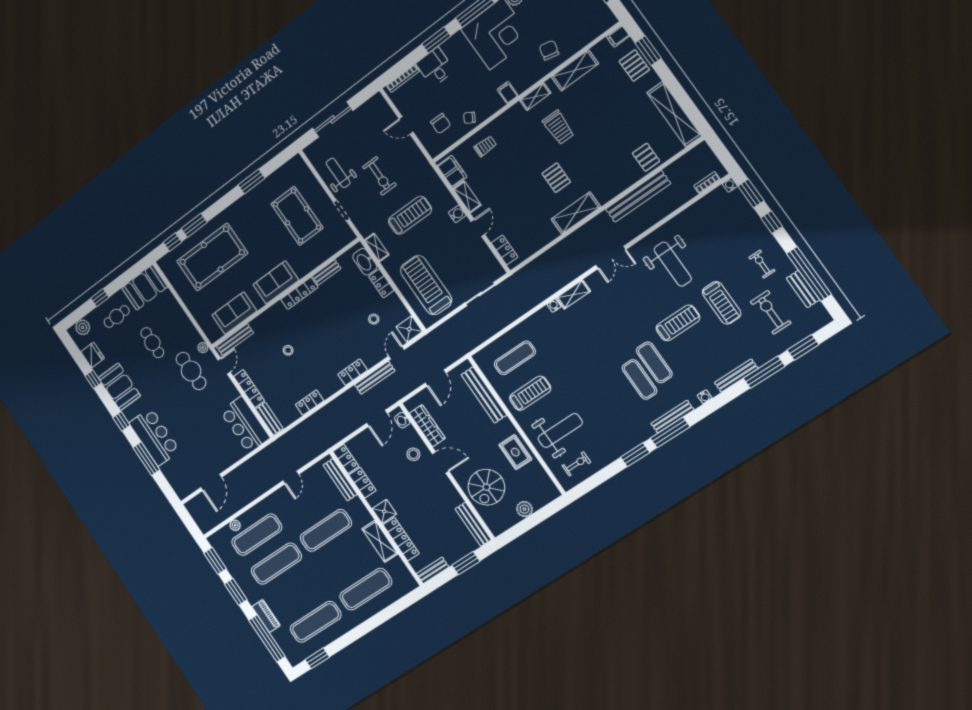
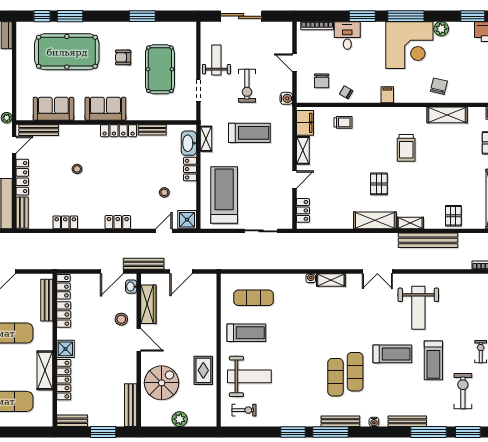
shelving: (535, 97) -> (410, 223), moved
water cooler: (457, 214) -> (286, 98), moved
armchair: (260, 228) -> (123, 57), added
bench: (375, 378) -> (144, 264), moved
bench: (484, 395) -> (210, 310), removed
spiral stairs: (486, 487) -> (162, 383), turned 180

